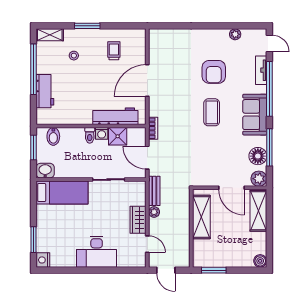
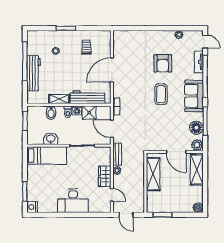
shelving: (50, 35) -> (59, 99), moved
workbench: (45, 91) -> (34, 73), width x1.38
bidet: (53, 136) -> (51, 113), moved
washbasin: (45, 171) -> (51, 139), moved

